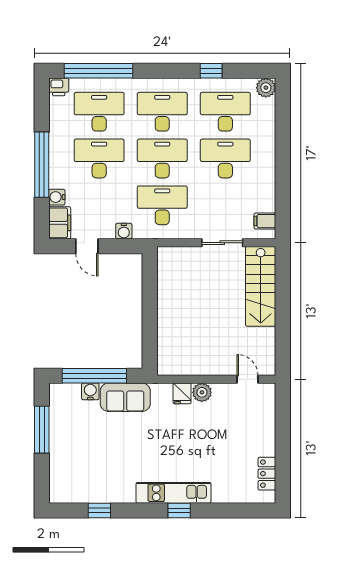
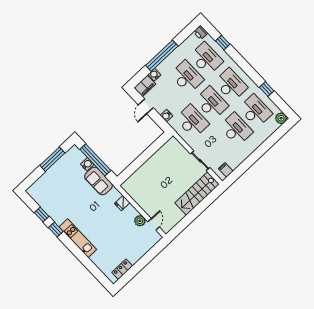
window: (98, 71) -> (223, 43), width x0.32
plant: (202, 392) -> (140, 221), moved
window: (179, 510) -> (56, 230), moved

